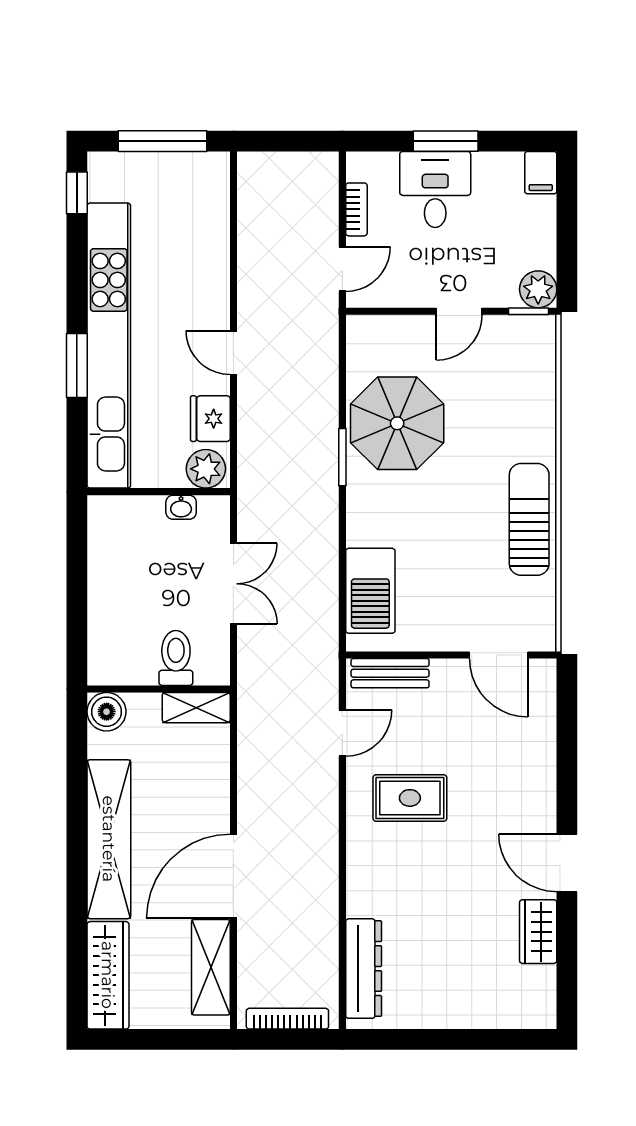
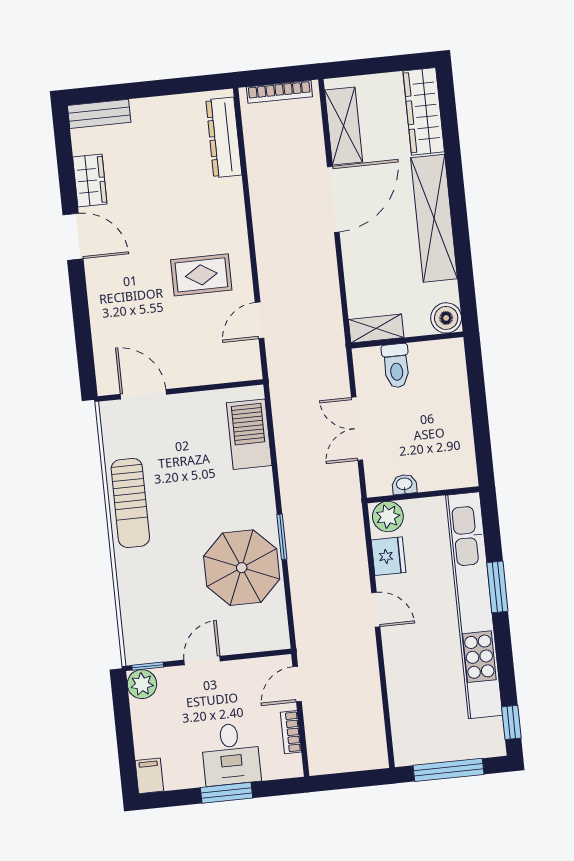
bench: (390, 673) -> (99, 114), moved

